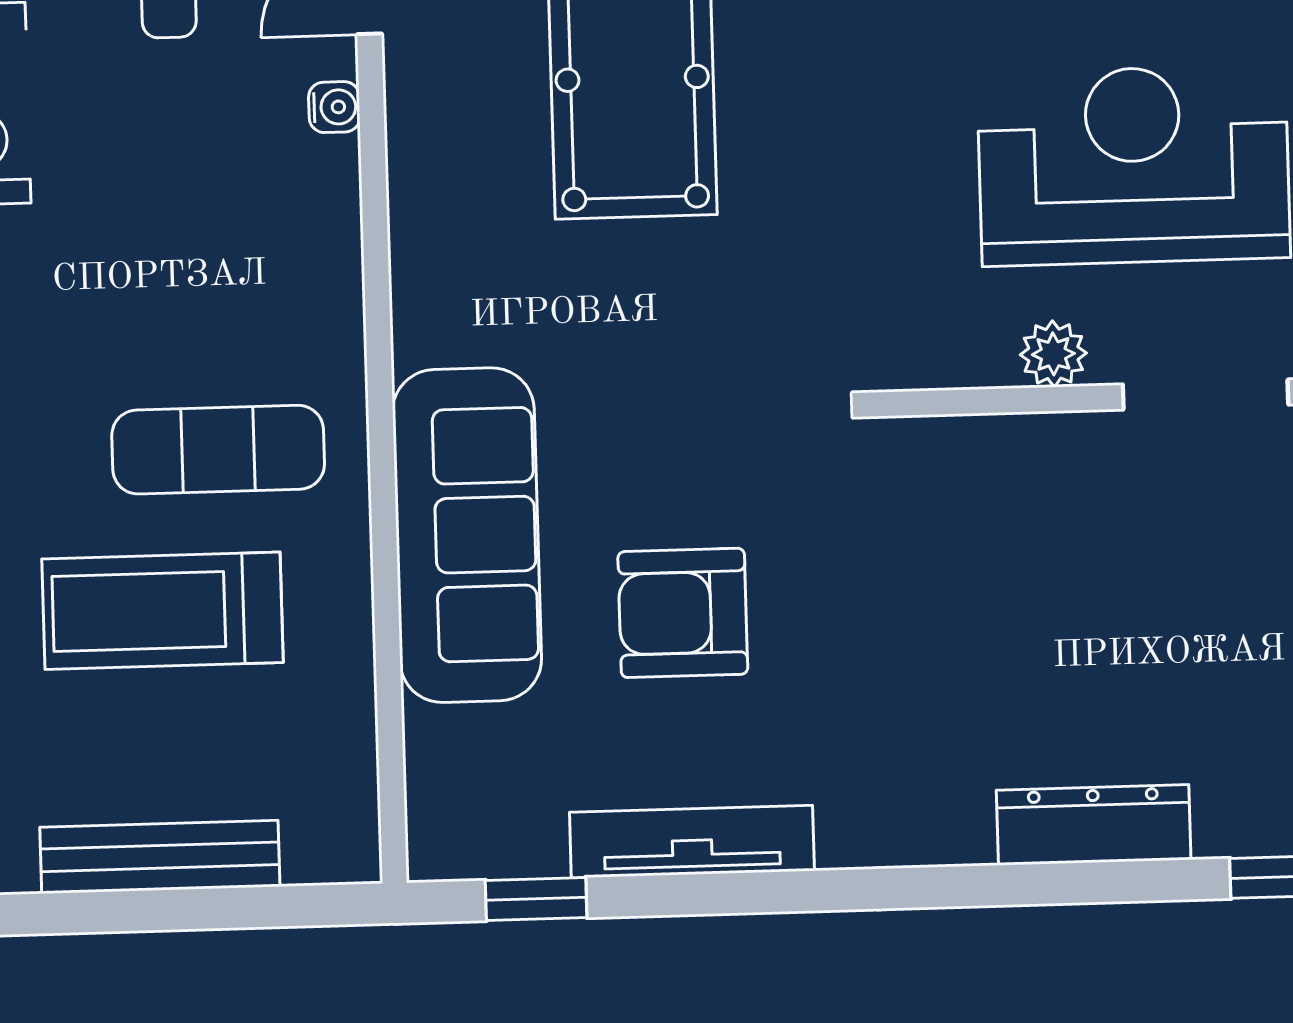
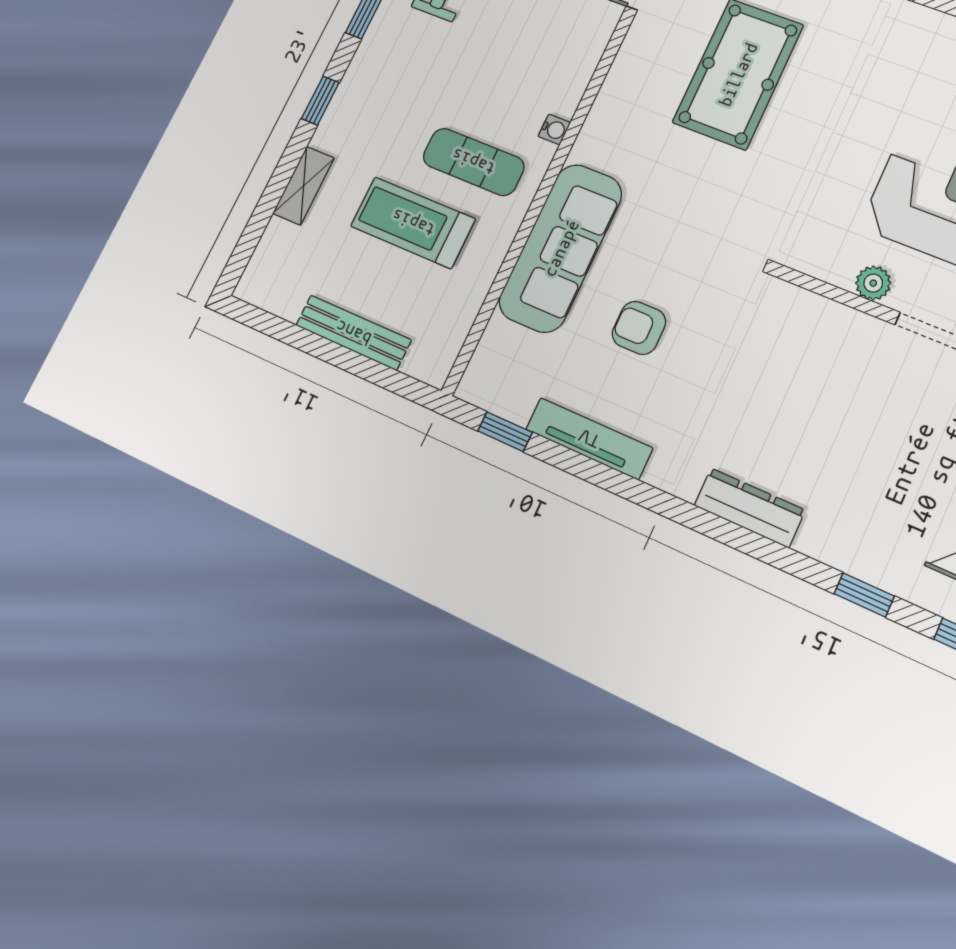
water cooler: (334, 107) -> (554, 129), moved
armchair: (683, 613) -> (639, 328), width x0.72, depth x0.72
dresser: (1094, 825) -> (749, 508), moved

